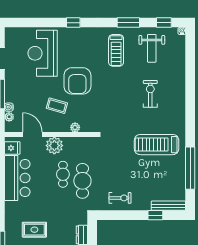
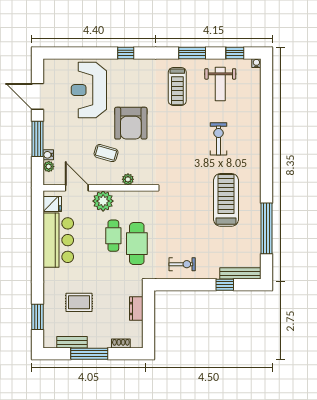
treadmill: (157, 145) -> (226, 200), turned 90

